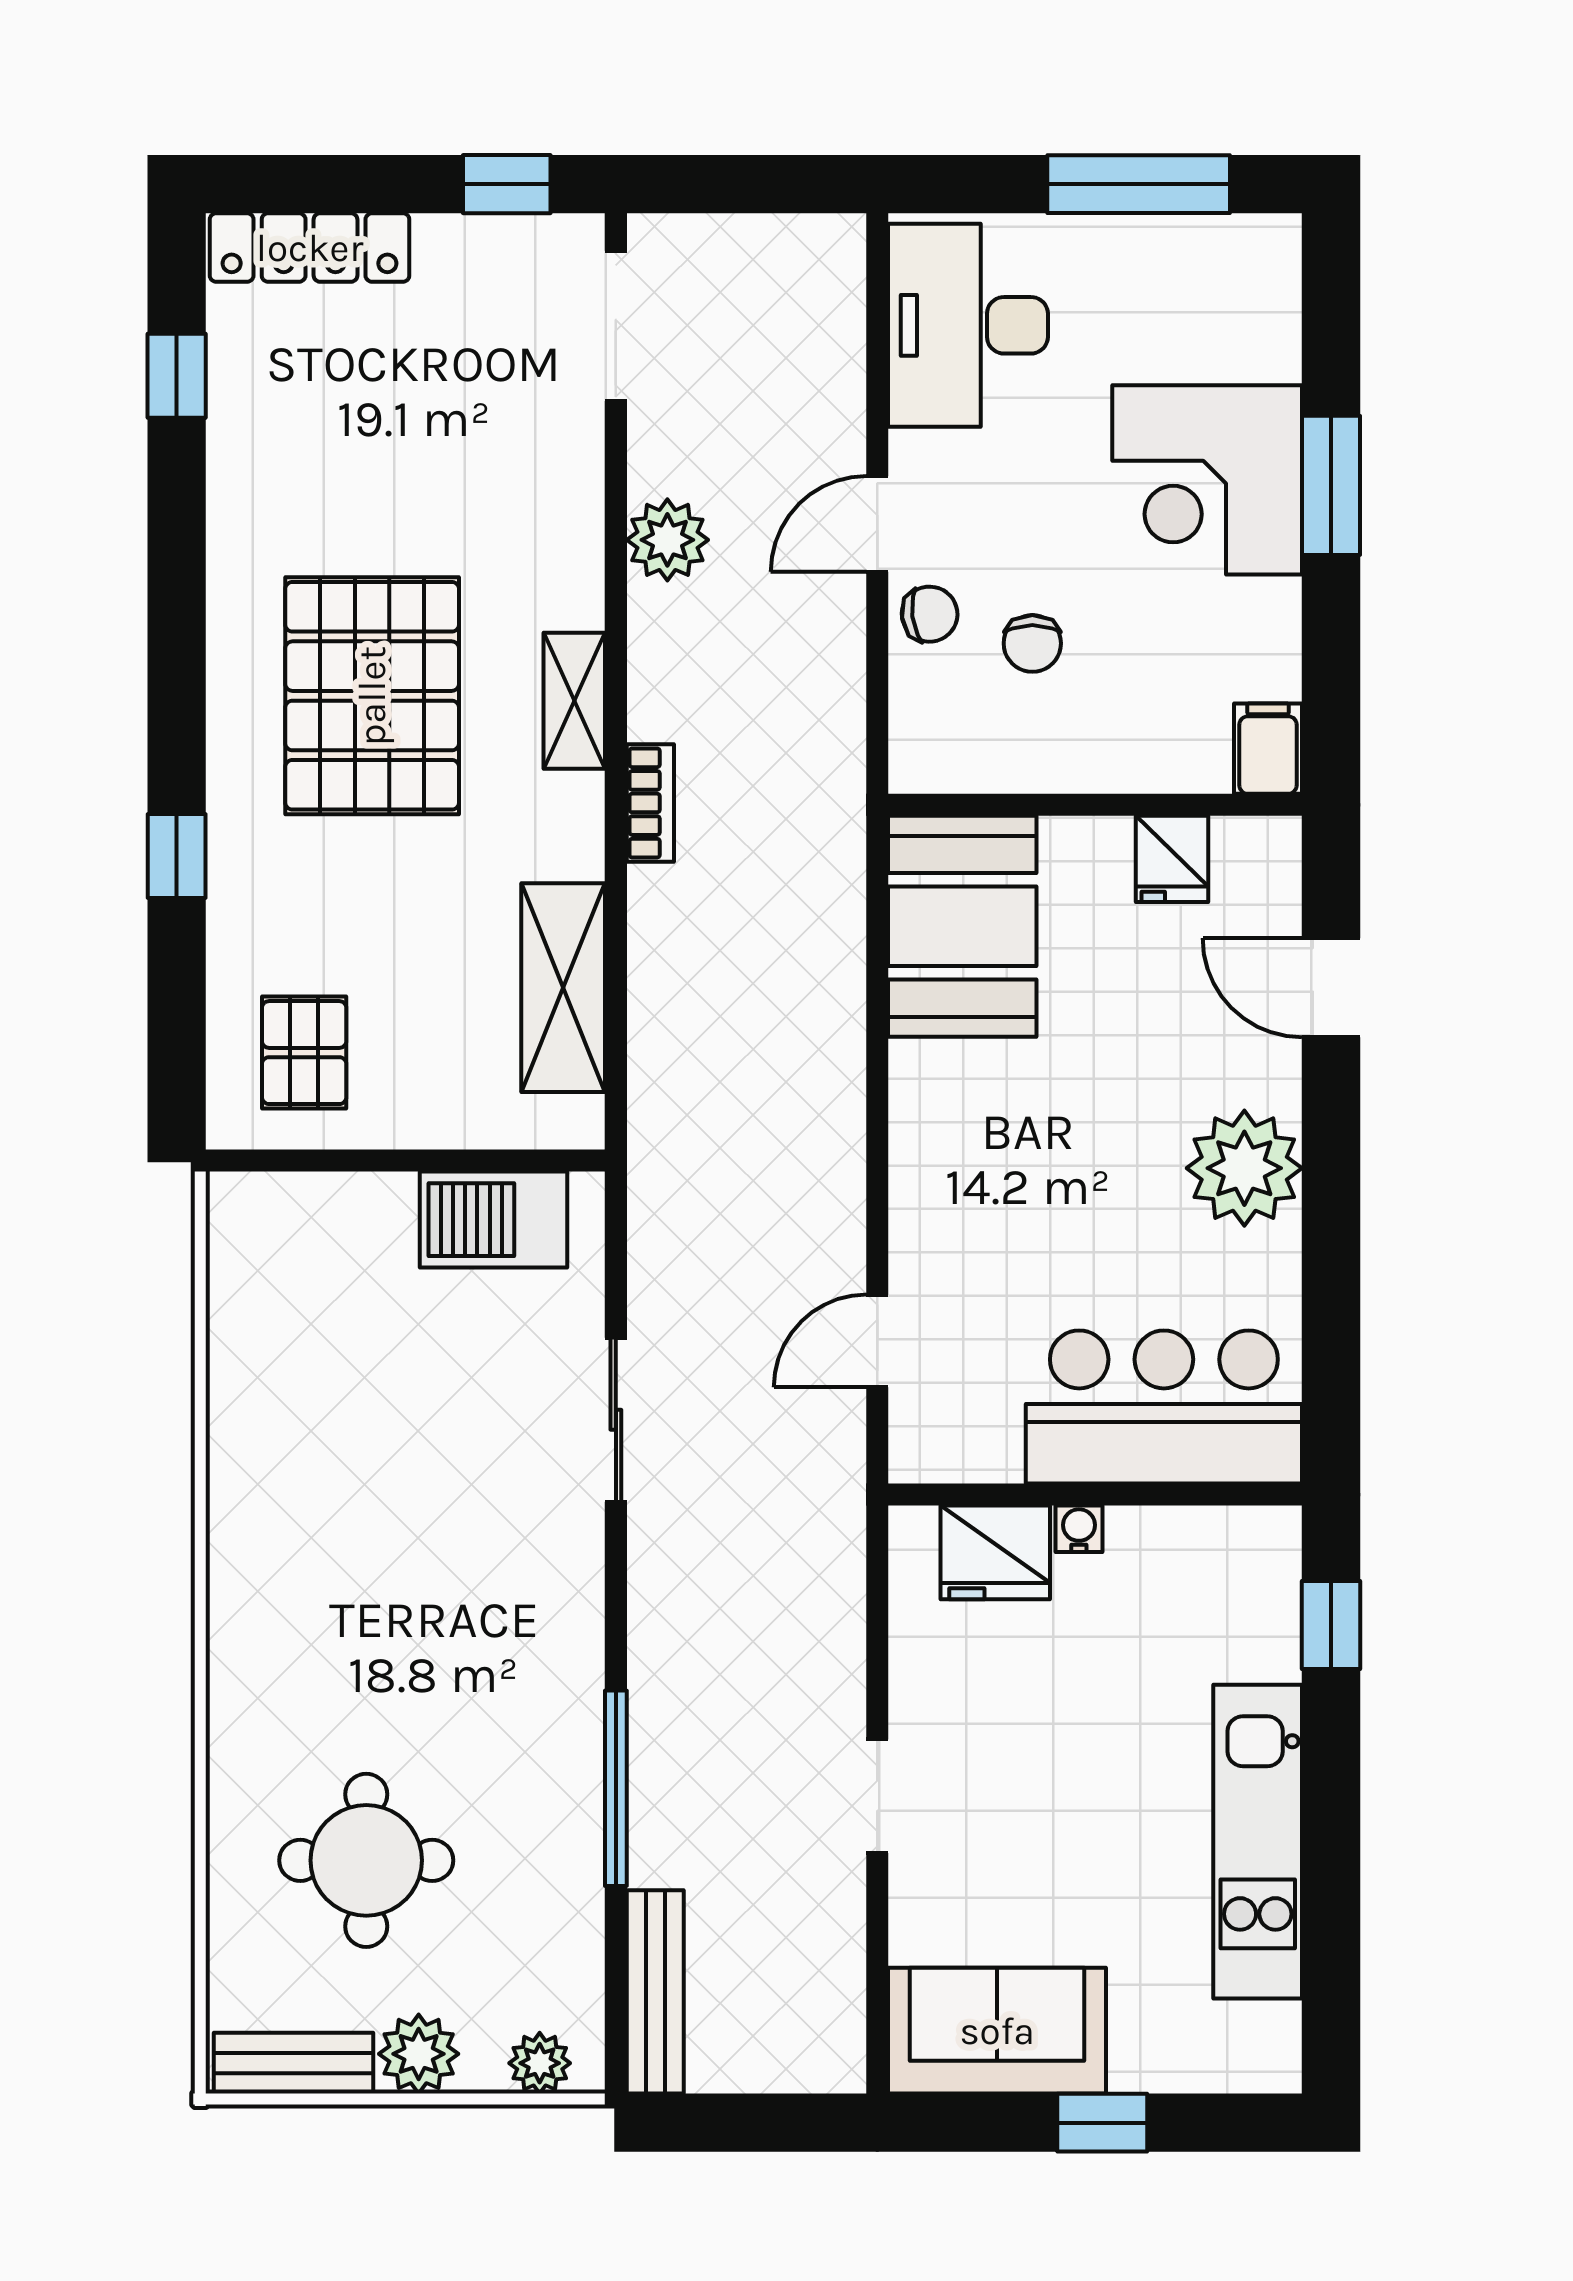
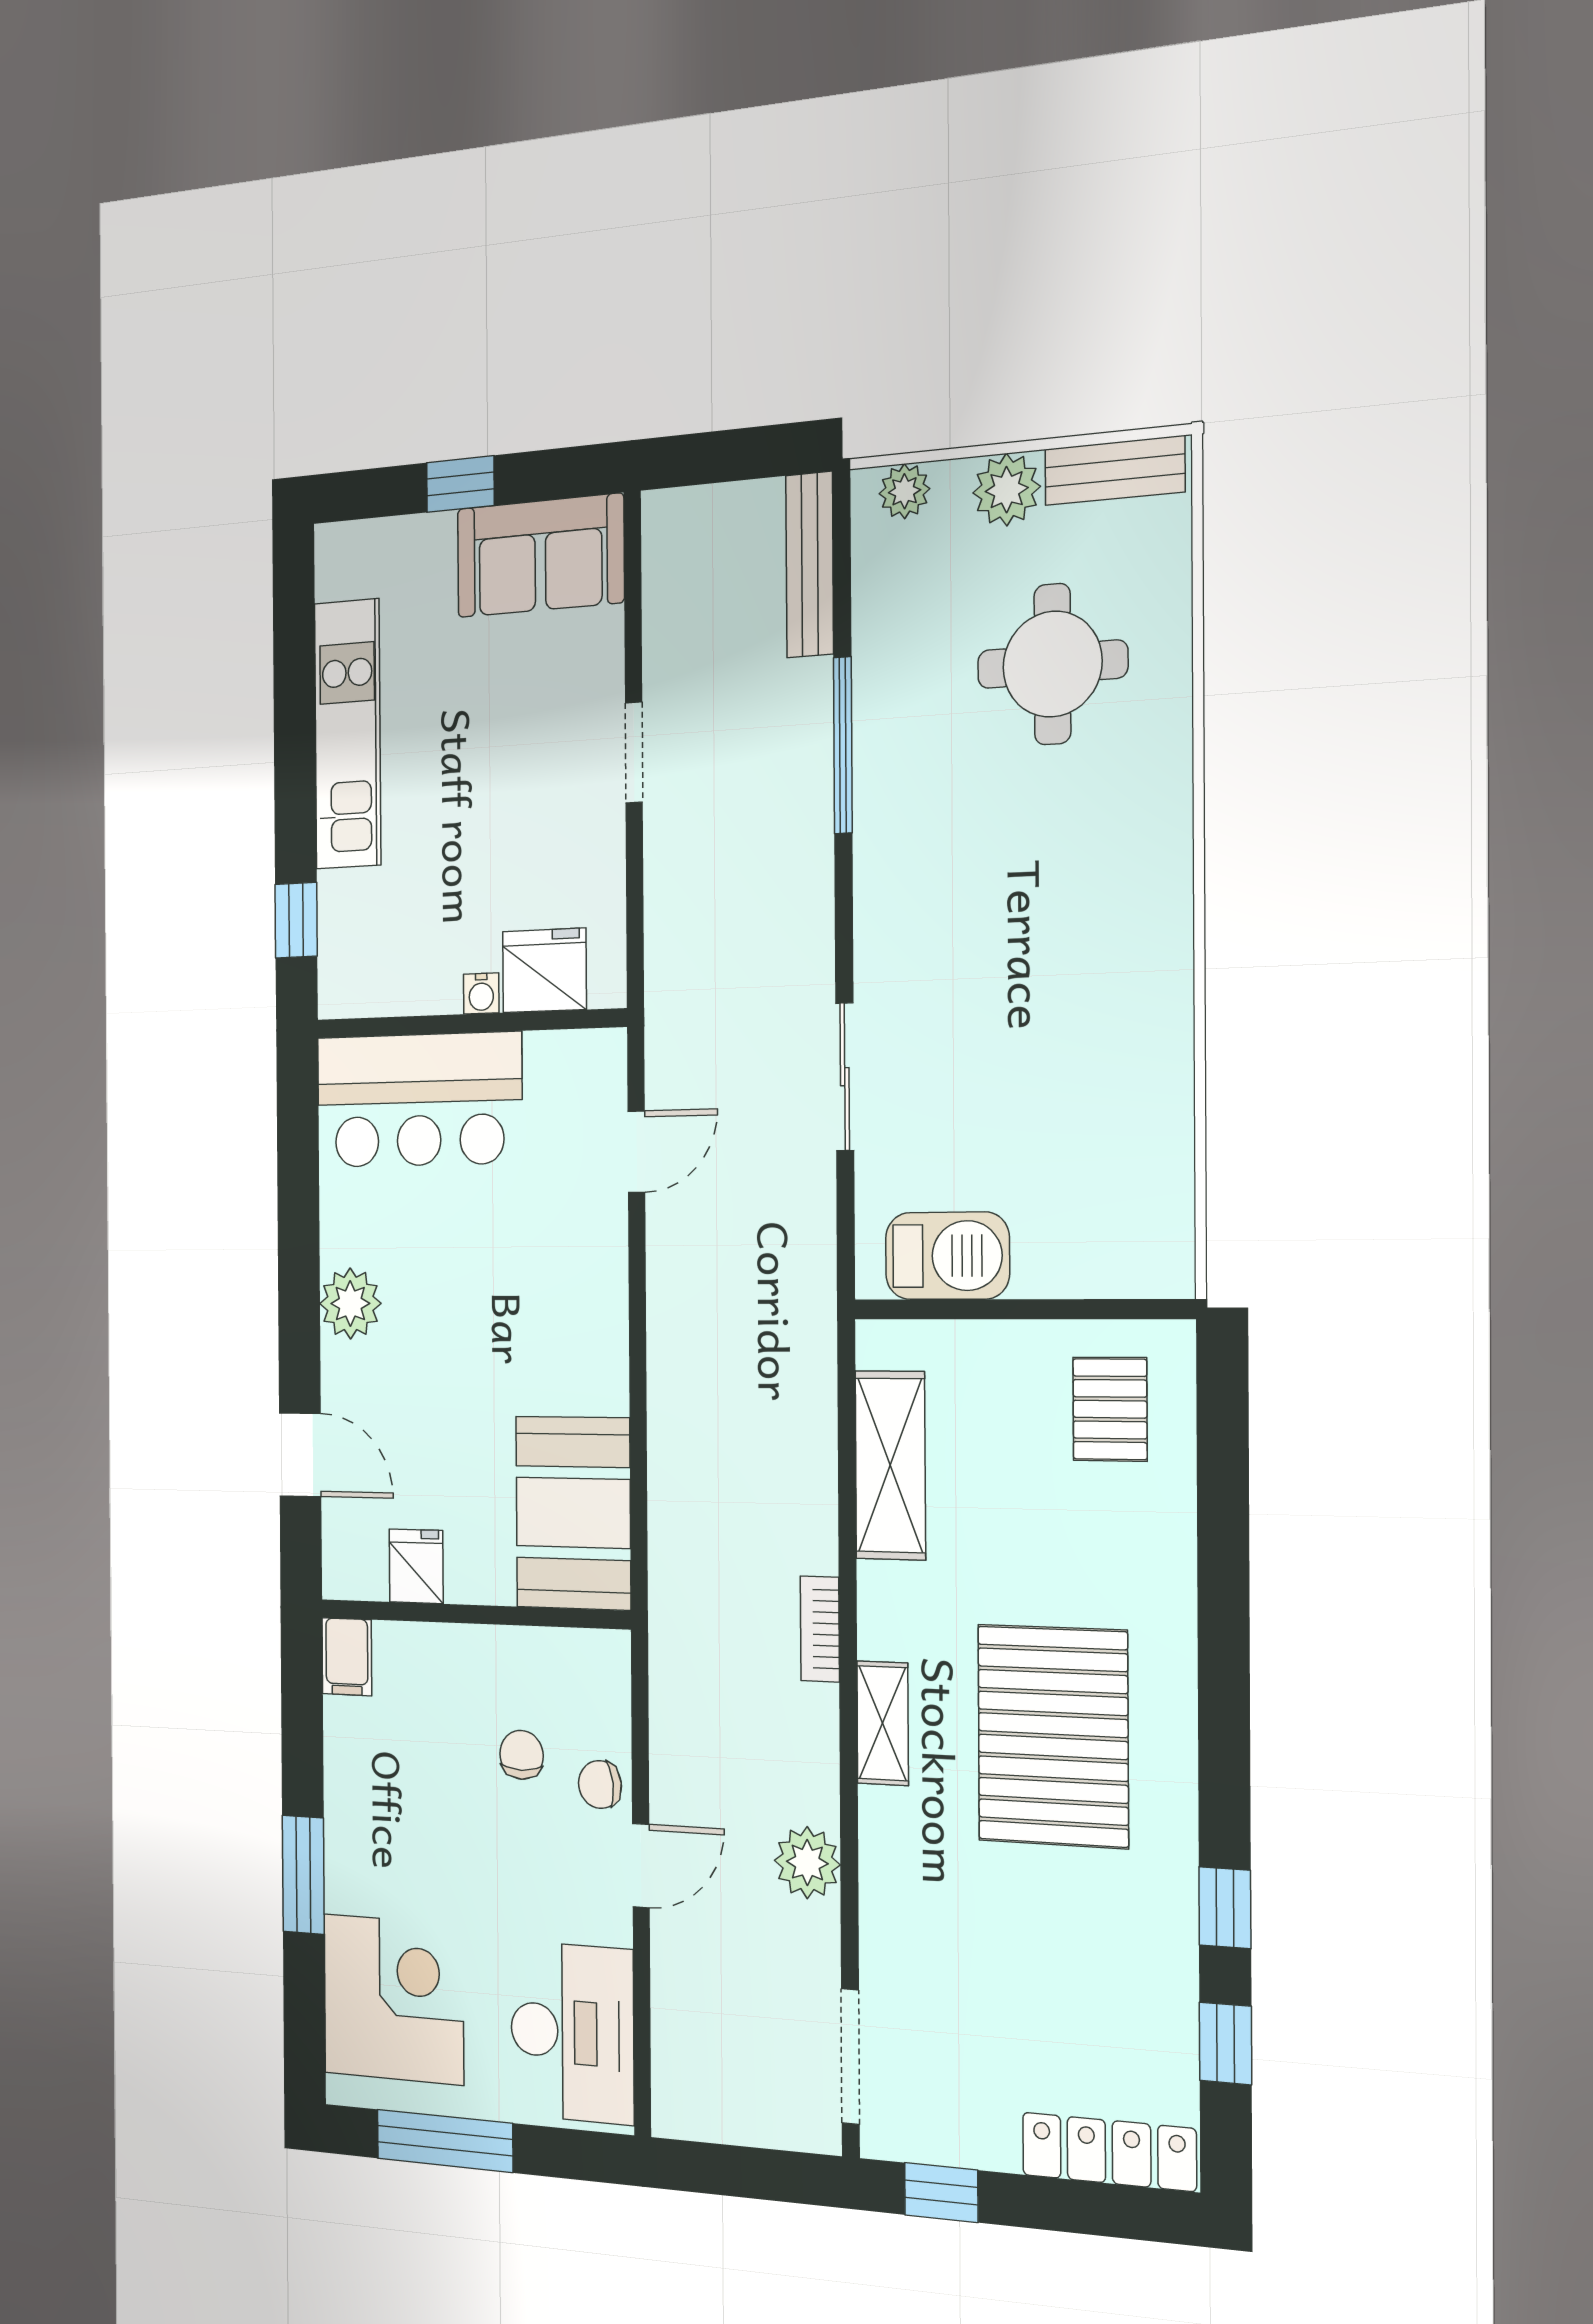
corner desk: (1207, 480) -> (393, 1999), moved
window: (177, 856) -> (1225, 1908), moved
plant: (1244, 1168) -> (350, 1303), width x0.73, depth x0.73

